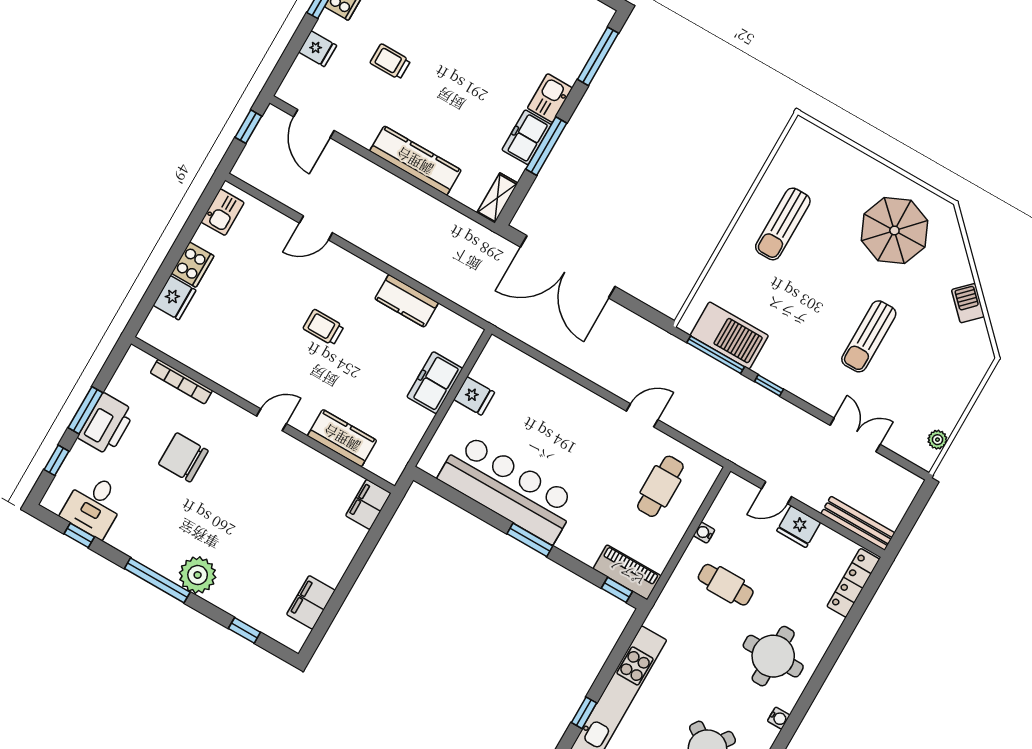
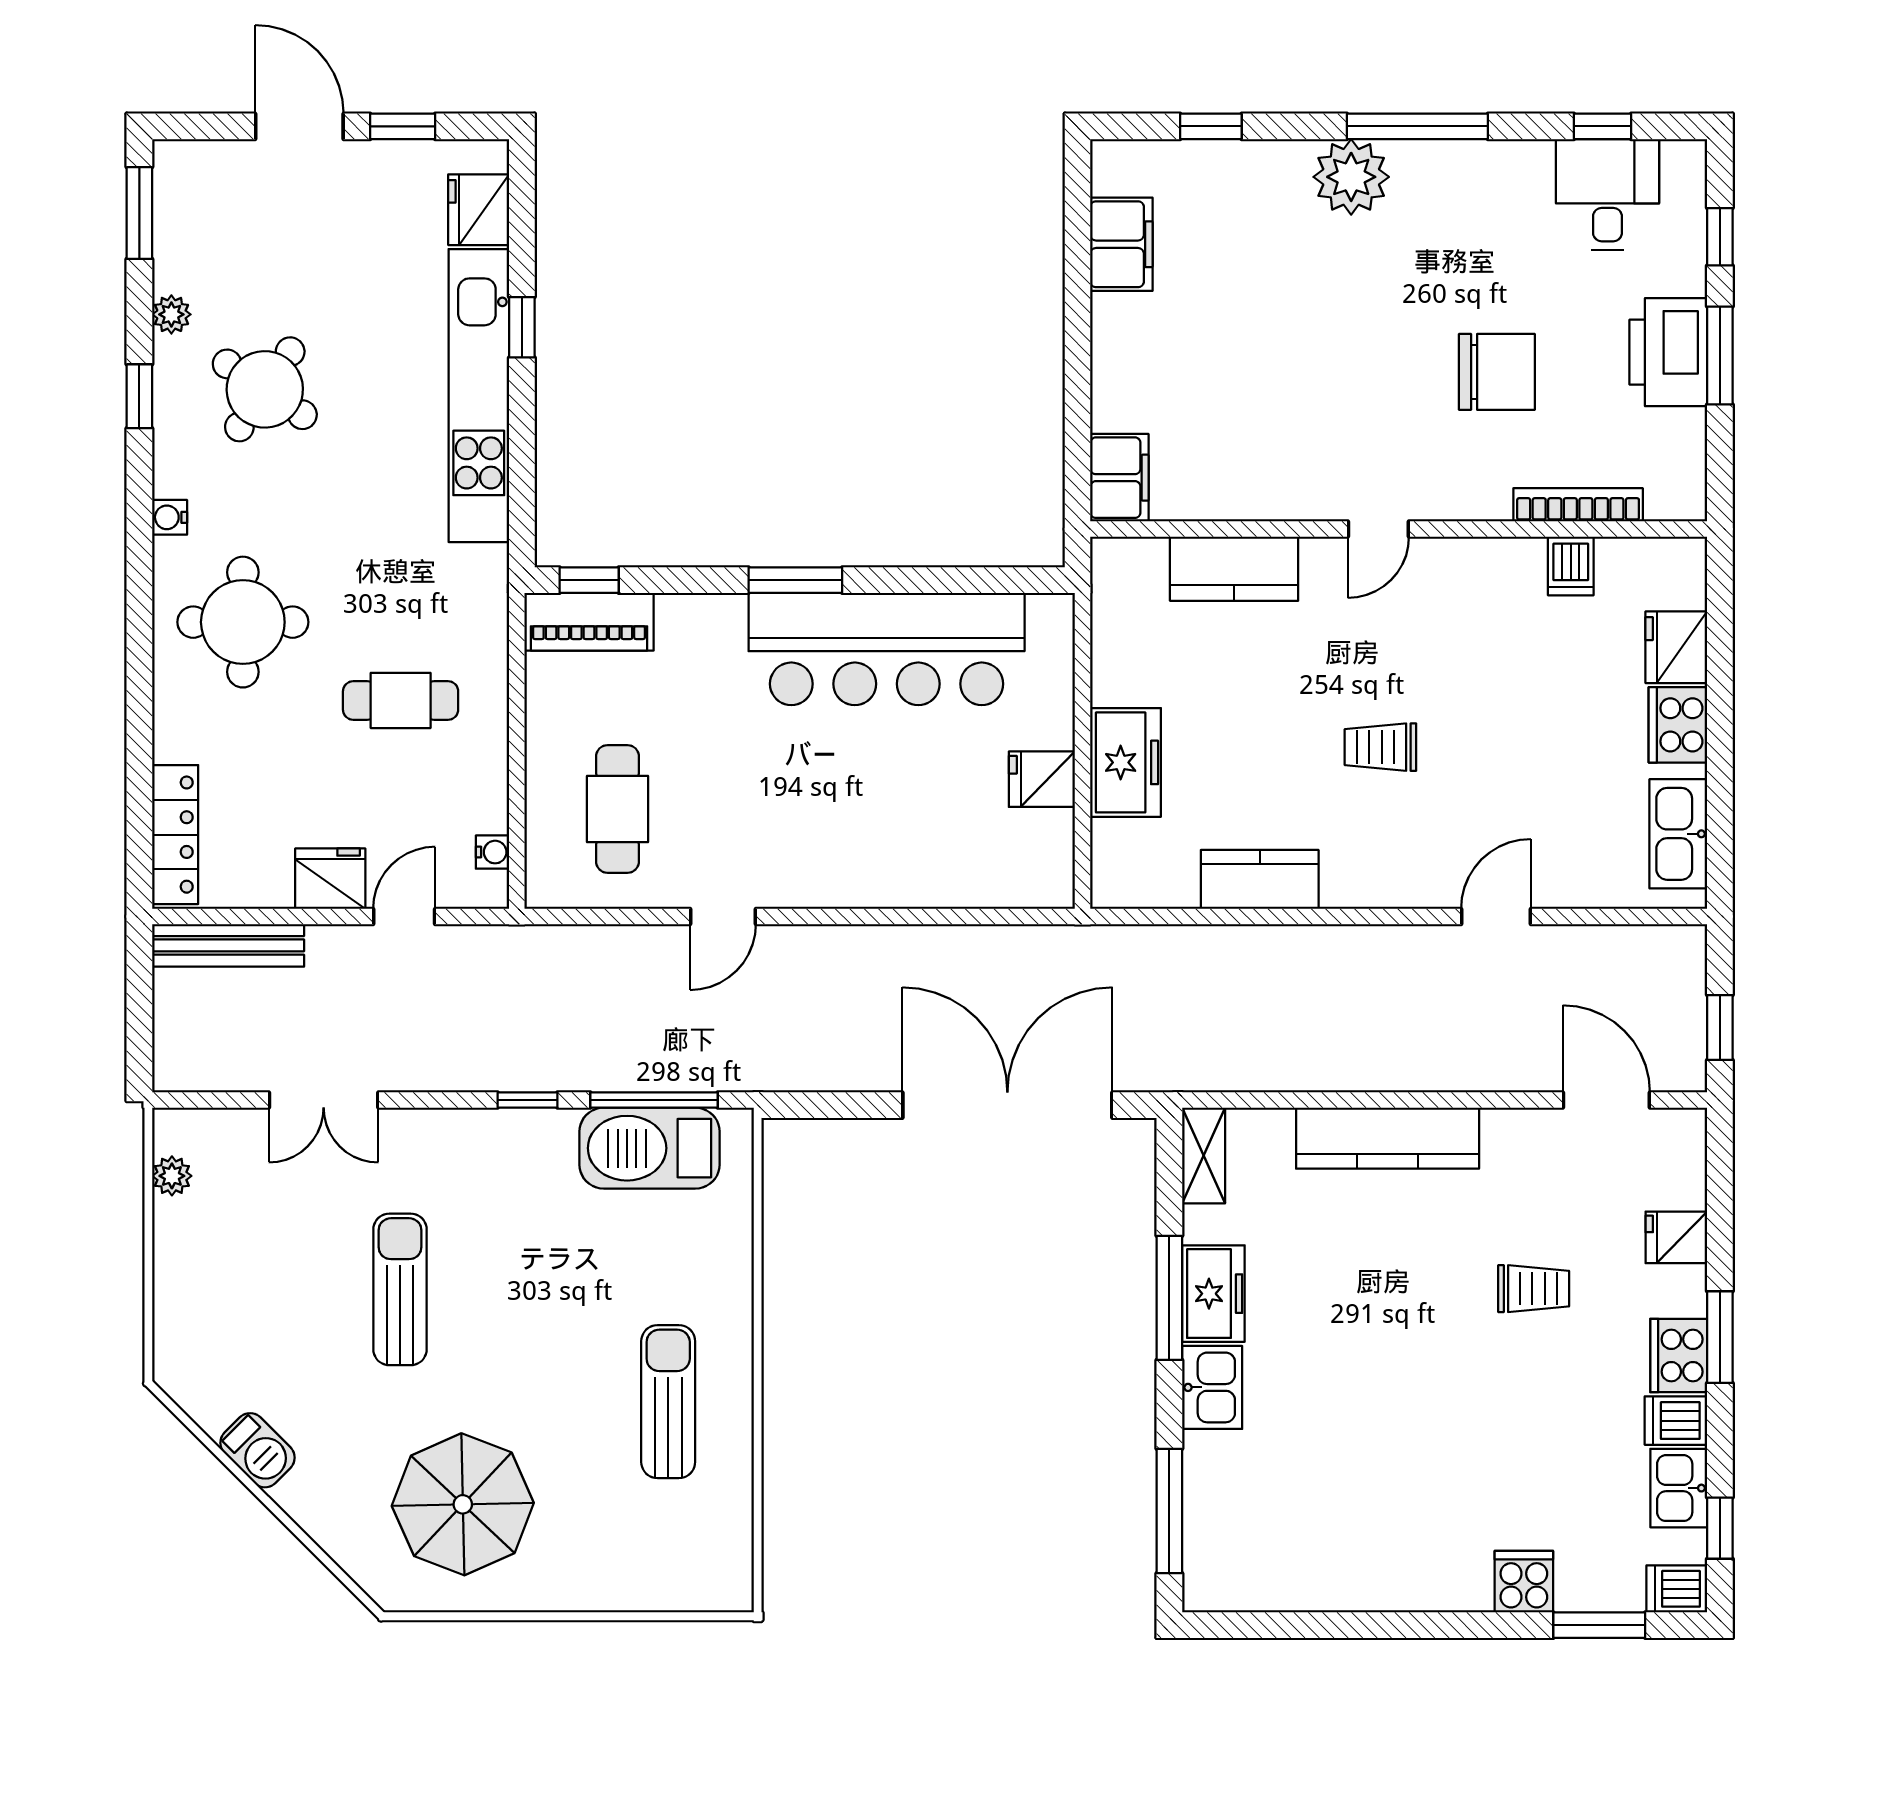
kitchen sink: (223, 212) -> (1678, 834), width x1.38
trolley: (324, 327) -> (1380, 747), turned 180
dishwasher: (199, 358) -> (1571, 566), added
water cooler: (704, 533) -> (492, 852), moved

